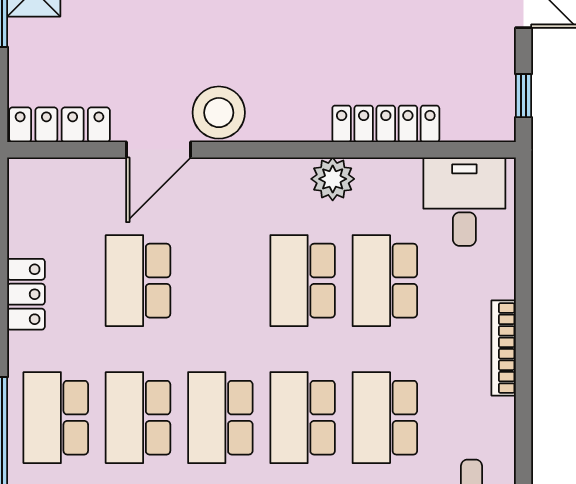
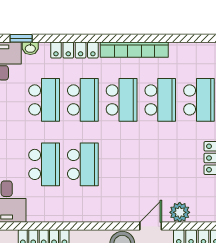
door: (159, 150) -> (151, 226), width x0.73
plant: (333, 179) -> (180, 212), moved
school desk: (138, 281) -> (160, 164), removed

